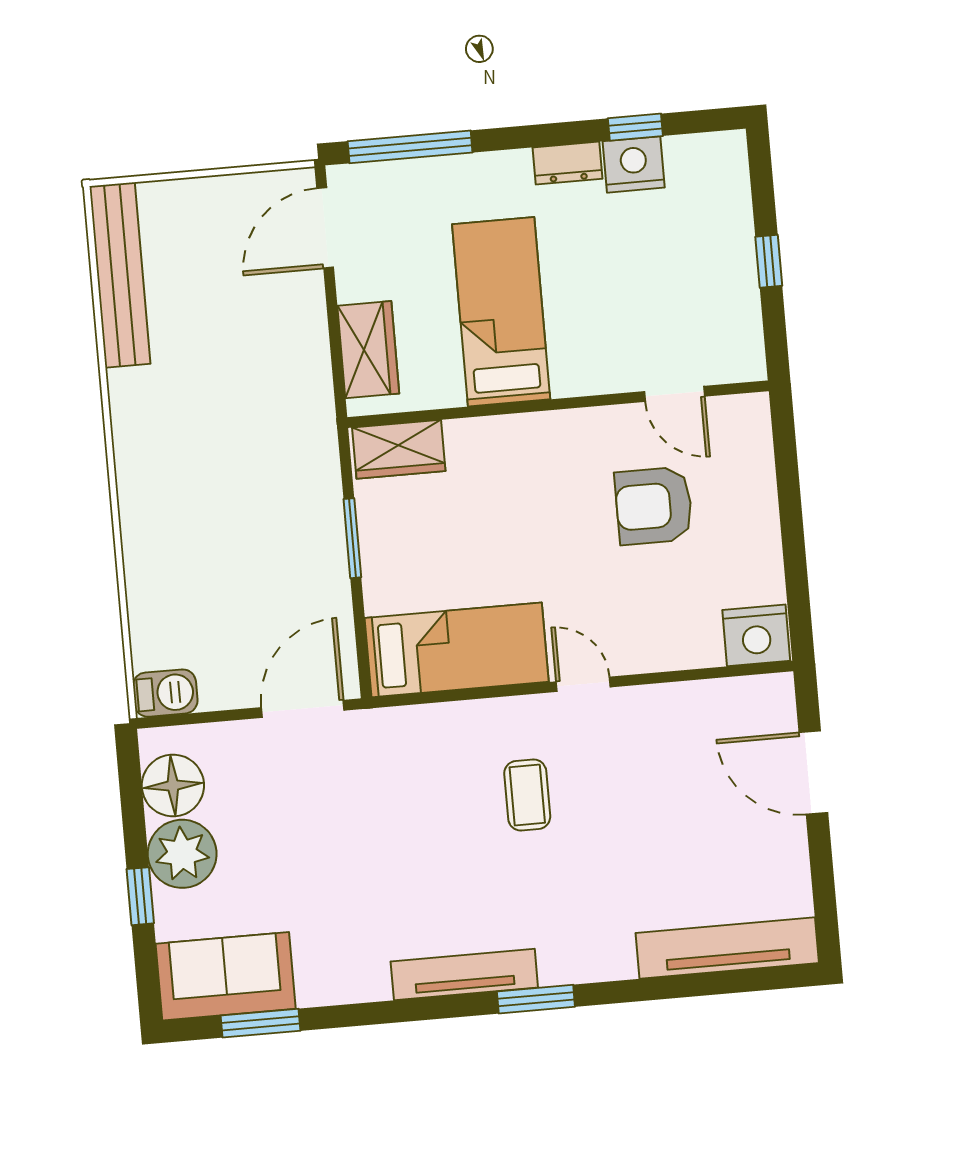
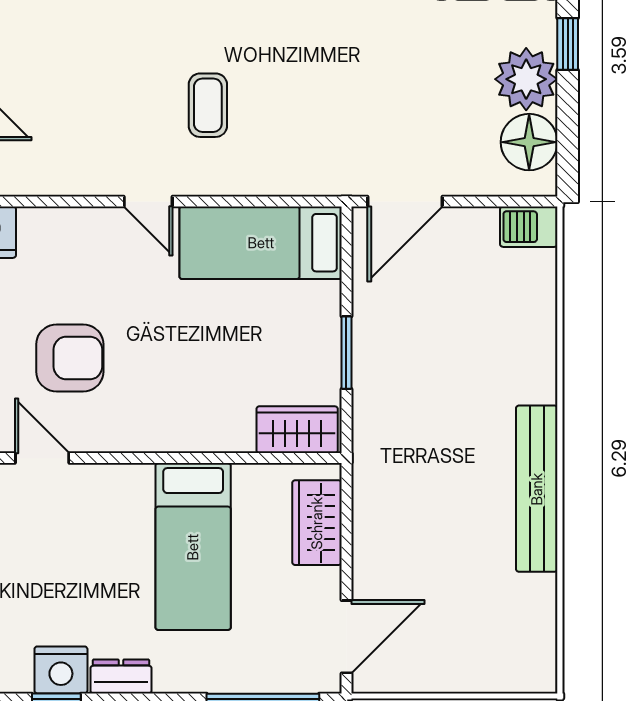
bench: (120, 275) -> (537, 489), moved

